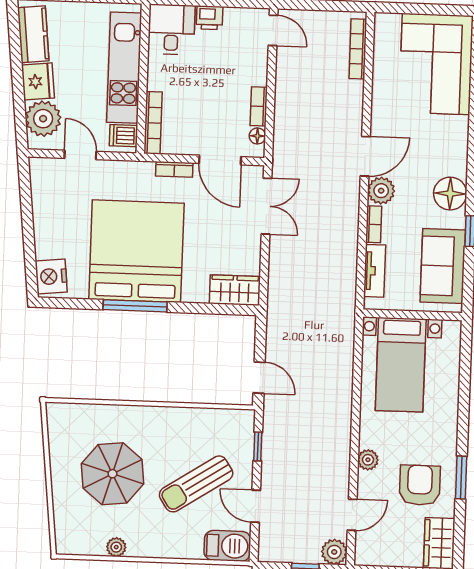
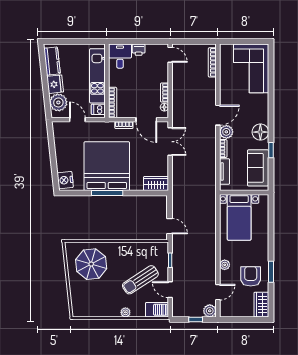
parasol: (112, 474) -> (91, 264), moved
plant: (116, 547) -> (125, 312), moved

